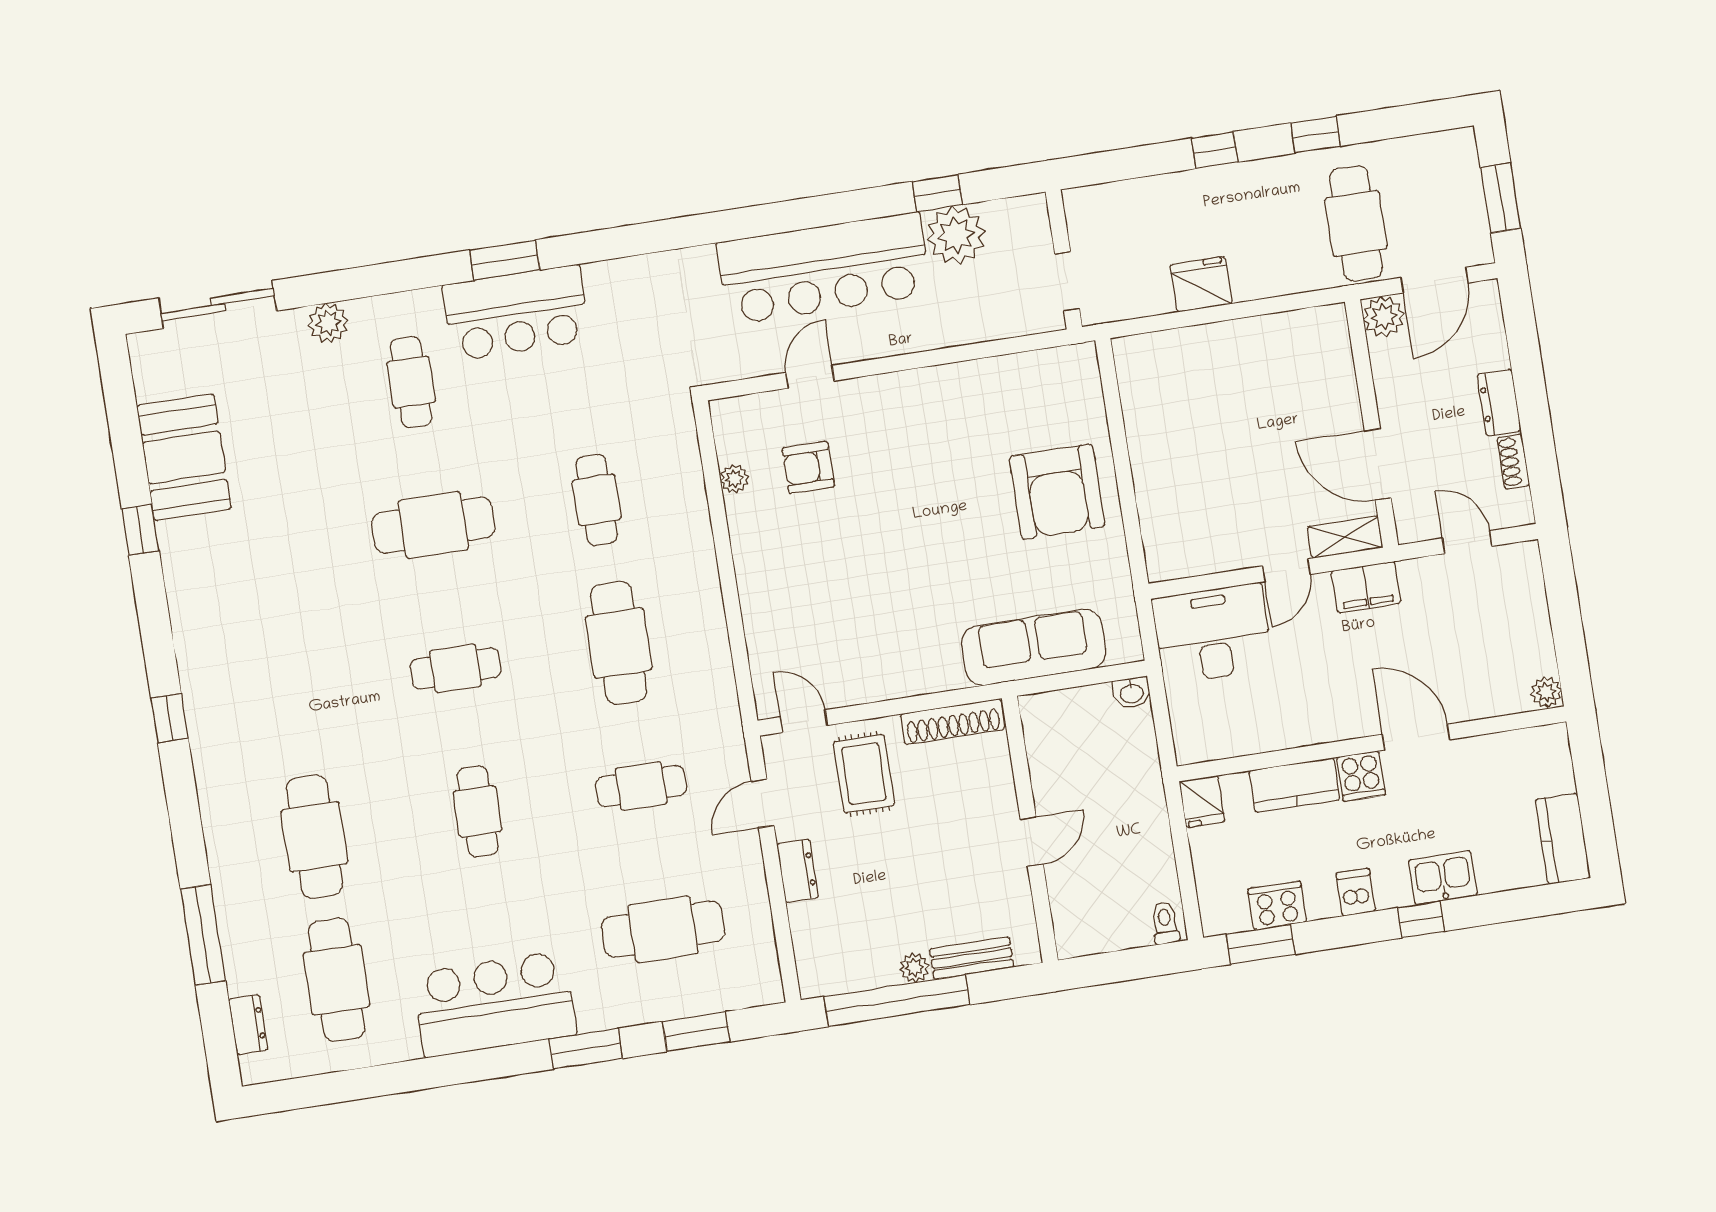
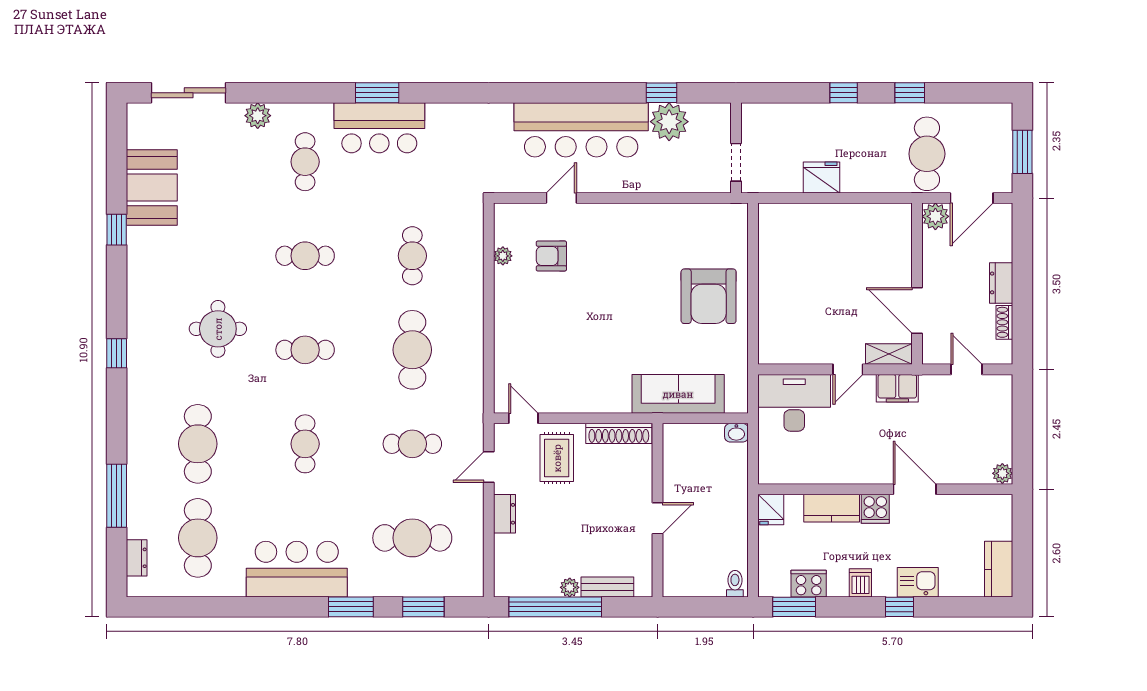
cafe table: (433, 525) -> (305, 256), width x0.73, depth x0.74
round table: (318, 657) -> (218, 329), added

